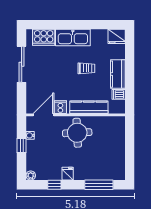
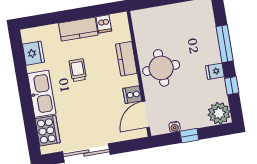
fridge: (117, 36) -> (33, 53), moved
kitchen counter: (89, 107) -> (126, 59), width x0.67
door: (43, 115) -> (146, 114), hinge flipped
plant: (31, 176) -> (219, 113), width x1.88, depth x1.88
window: (99, 185) -> (225, 44), moved

